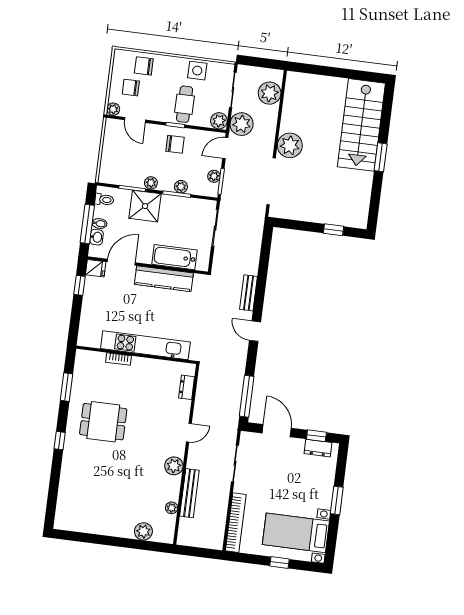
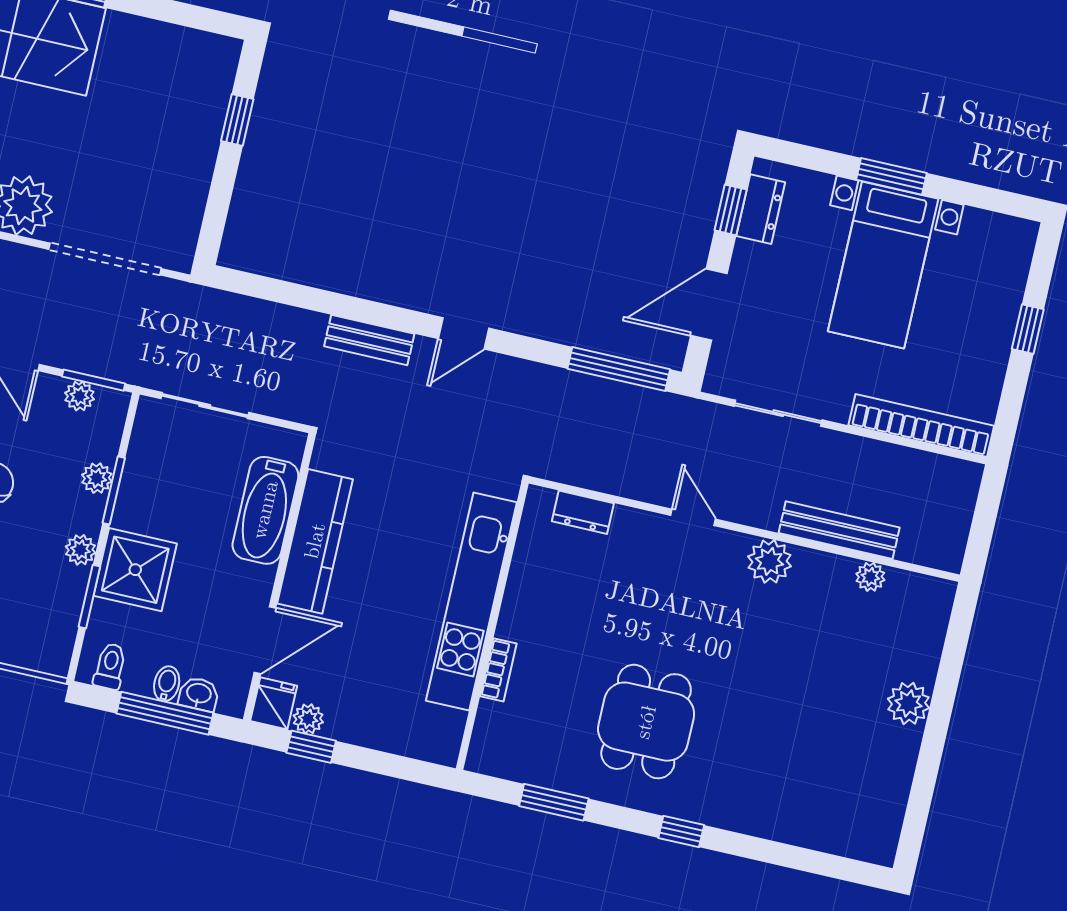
door: (121, 262) -> (265, 640), swing flipped
plant: (91, 283) -> (308, 719), added
plant: (143, 531) -> (909, 703), moved
bed with nightstands: (296, 533) -> (883, 265), moved

